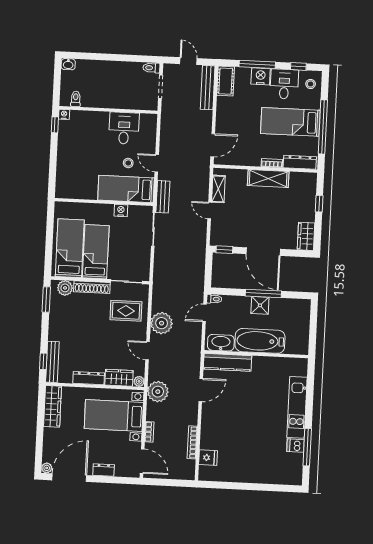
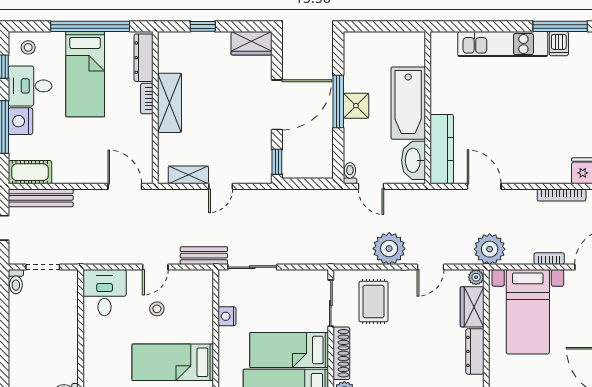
desk: (124, 128) -> (105, 293), moved, turned 90
bed: (126, 189) -> (173, 362), moved, turned 90

